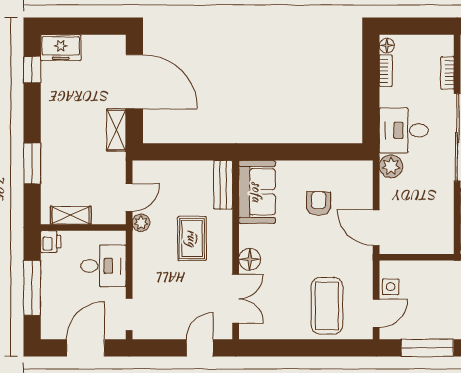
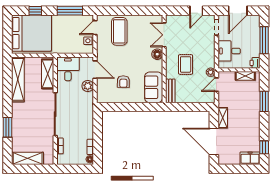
desk: (404, 130) -> (68, 69), moved, turned -90
plant: (391, 166) -> (88, 86), moved
door: (200, 348) -> (196, 11), moved

